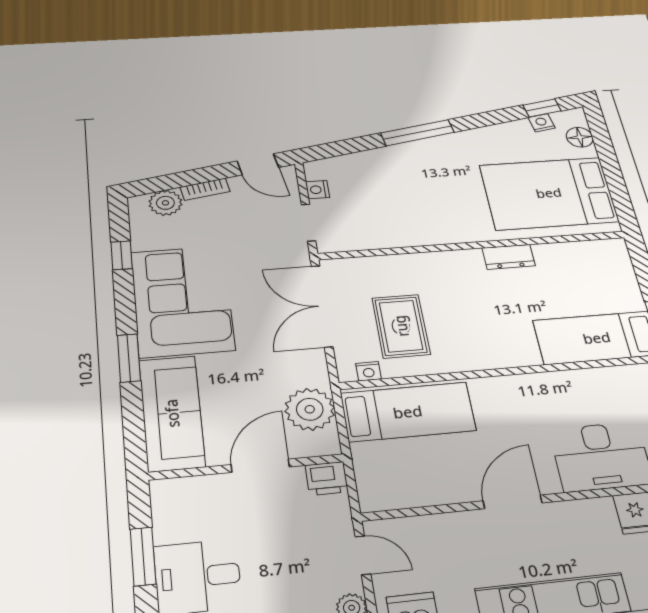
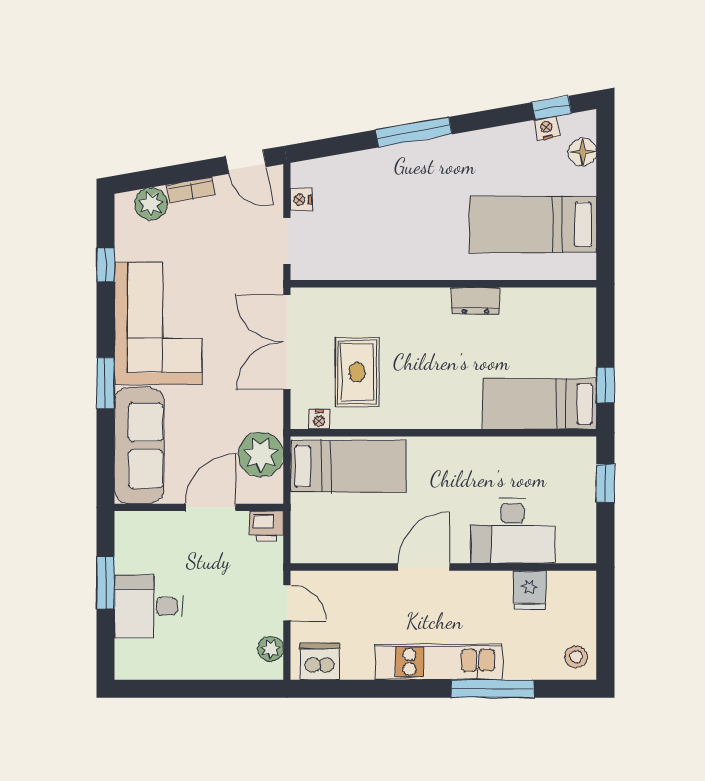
bed: (549, 193) -> (533, 224), width x0.67

